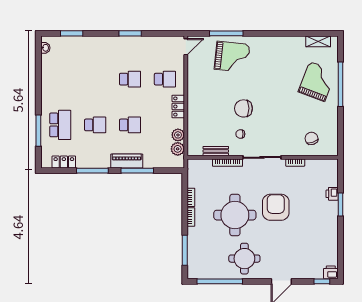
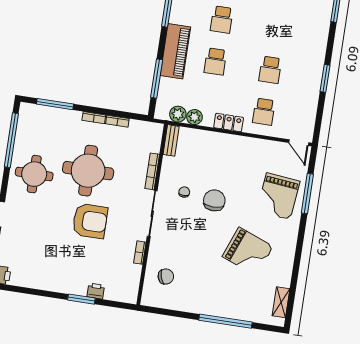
grand piano: (317, 82) -> (248, 251), moved
bench: (216, 151) -> (171, 140), moved
piano: (127, 161) -> (175, 51), width x1.37, depth x1.33
window: (137, 171) -> (157, 79), moved

